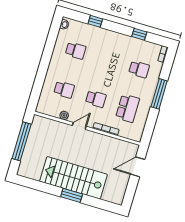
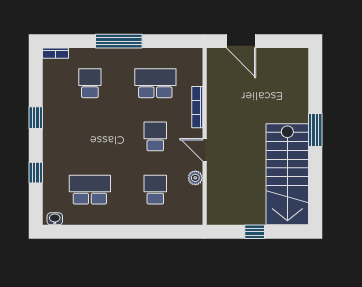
window: (139, 34) -> (36, 118), moved
school desk: (76, 51) -> (90, 190), width x1.85
window: (22, 141) -> (255, 232), width x0.32
stairs: (74, 178) -> (287, 174), moved

